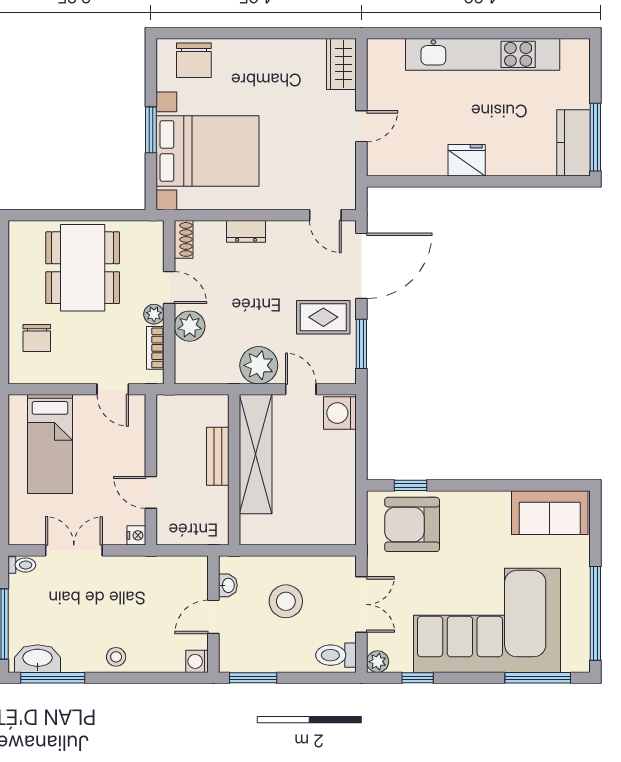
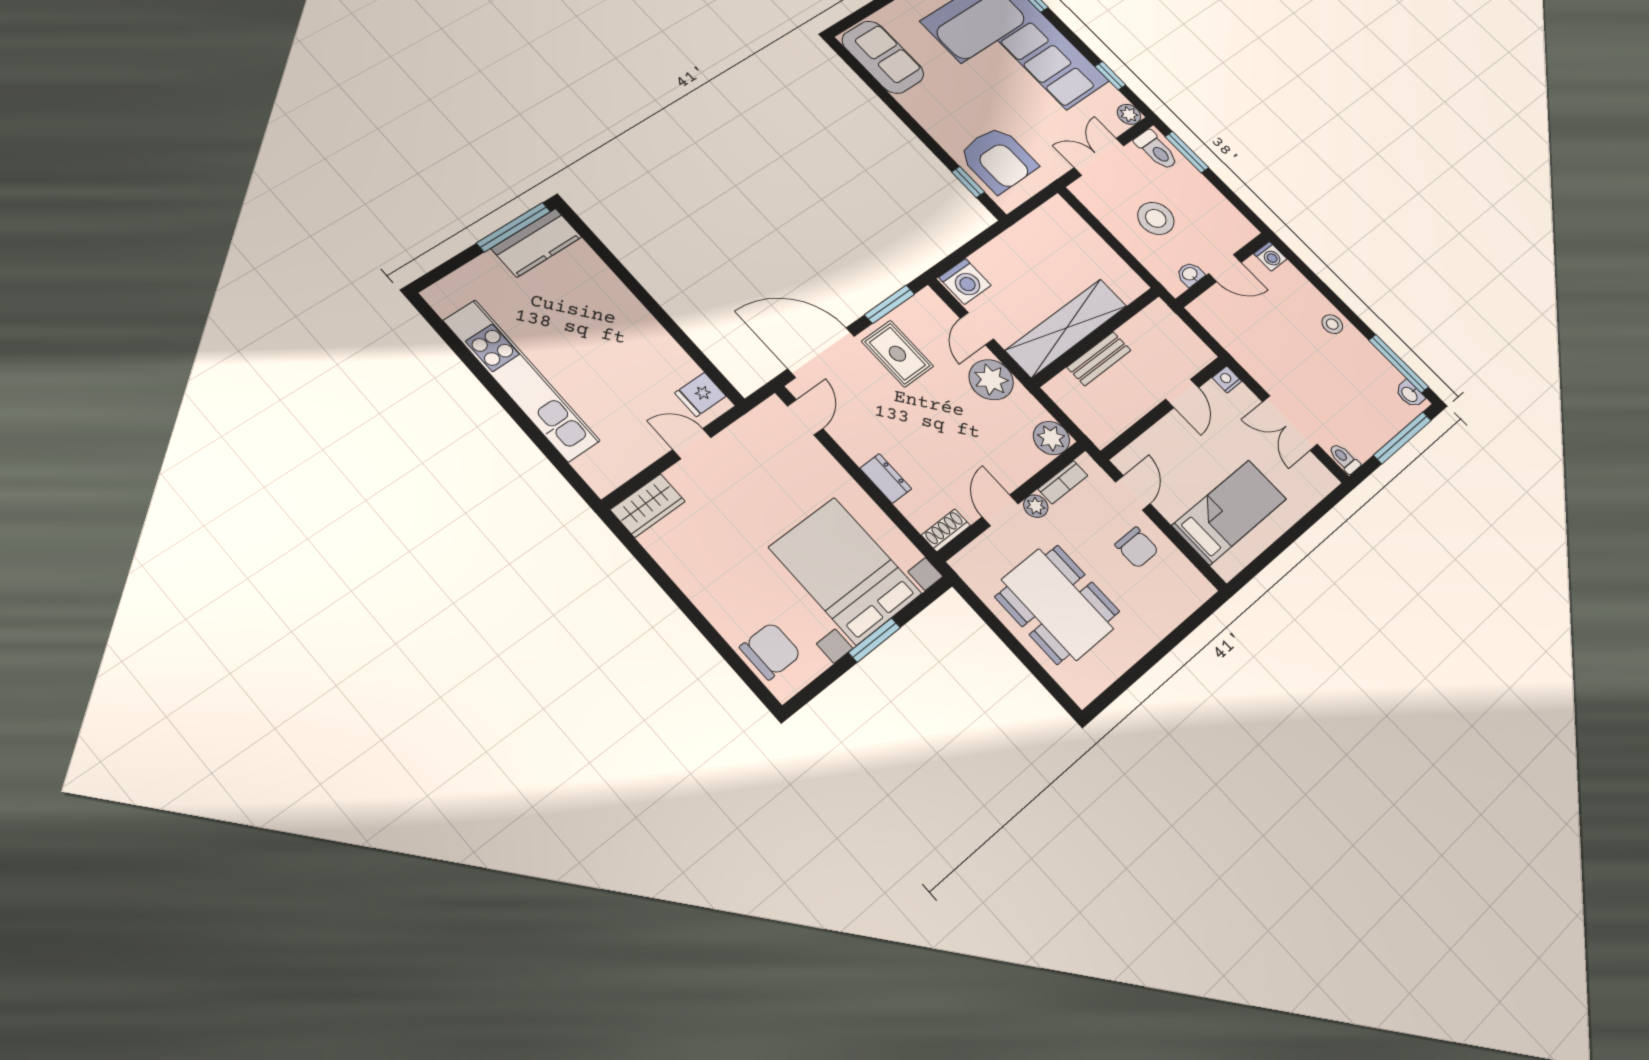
fridge: (467, 160) -> (700, 395), moved, width x0.72
dining table: (83, 268) -> (1057, 604), turned 90
plant: (190, 326) -> (1051, 438), moved
chair: (37, 338) -> (1137, 548), moved, turned 90
washbasin: (38, 659) -> (1410, 394), width x0.52, depth x0.69
window: (253, 678) -> (1187, 152), moved

